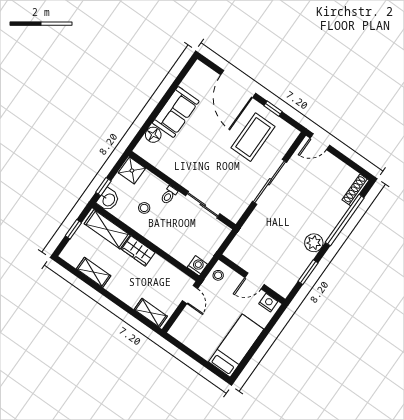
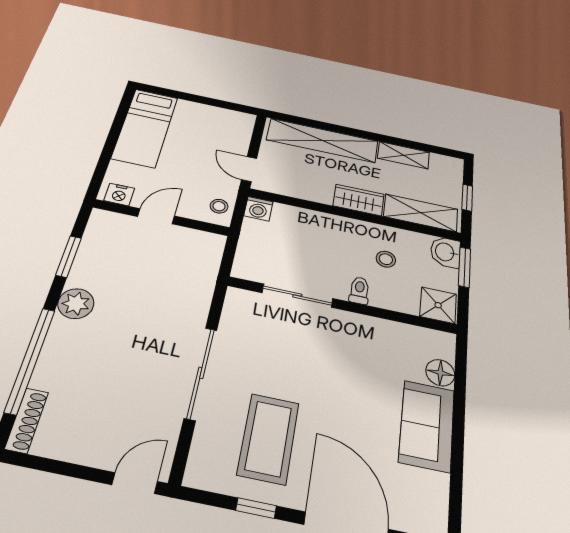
window: (103, 187) -> (465, 267), width x1.50
shelving: (151, 313) -> (323, 140), width x2.20, depth x1.33

